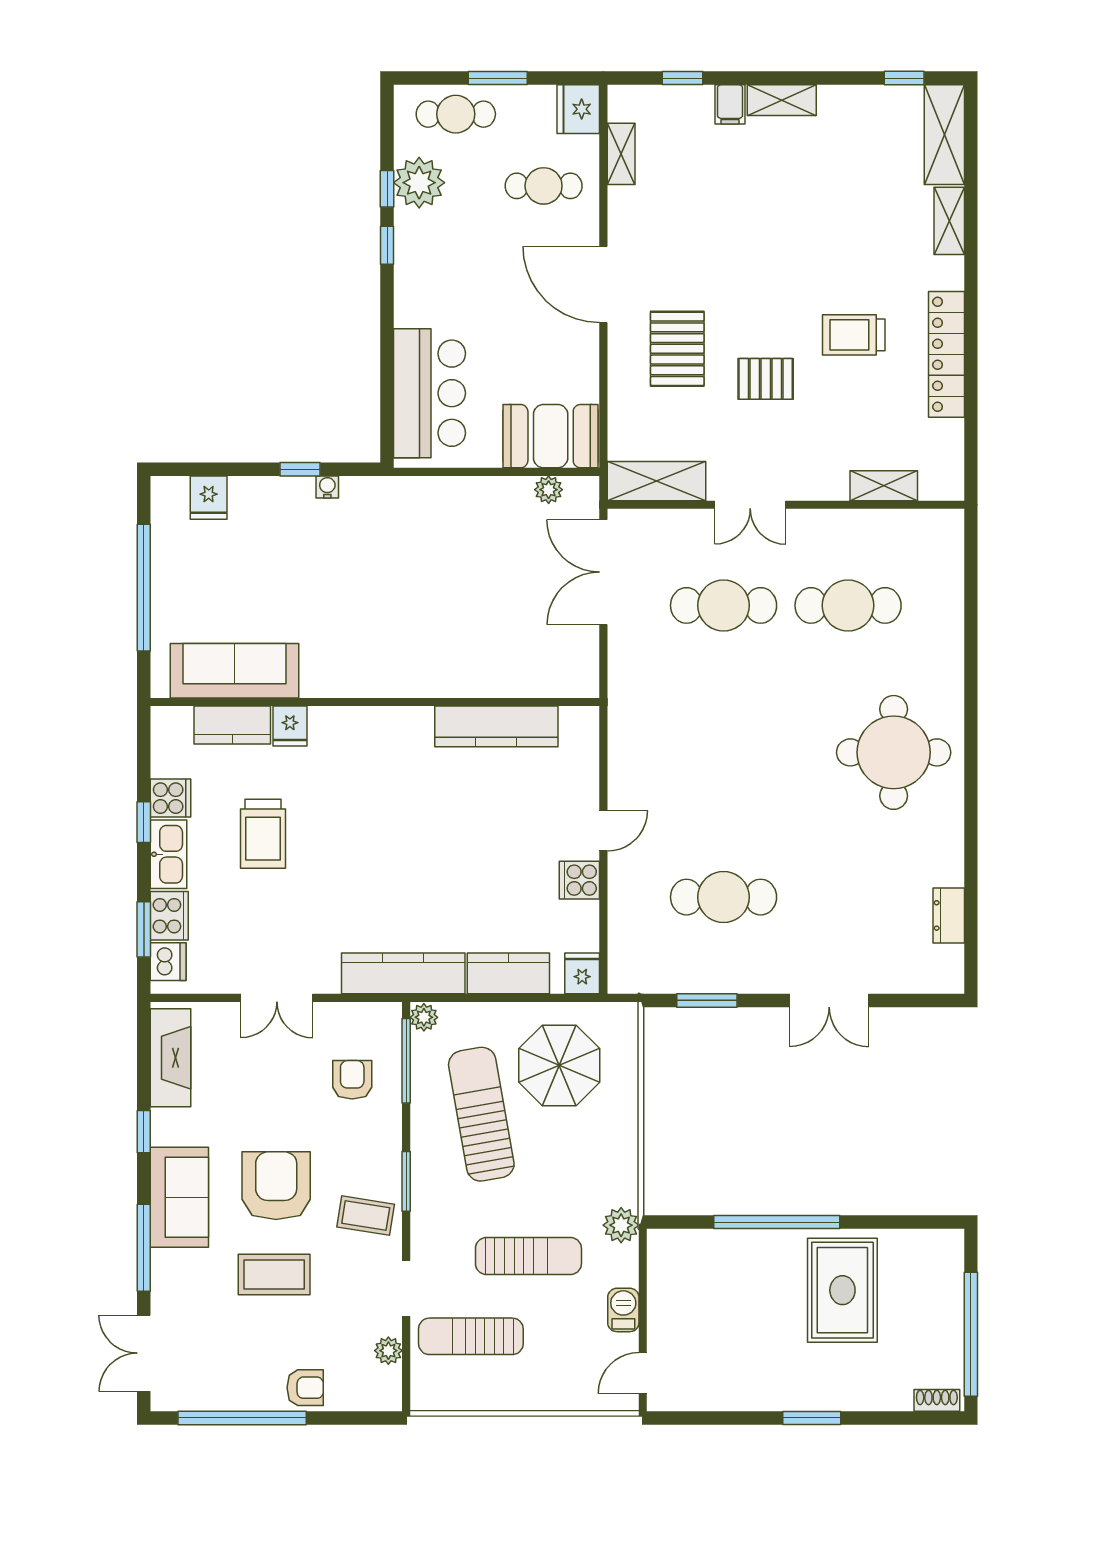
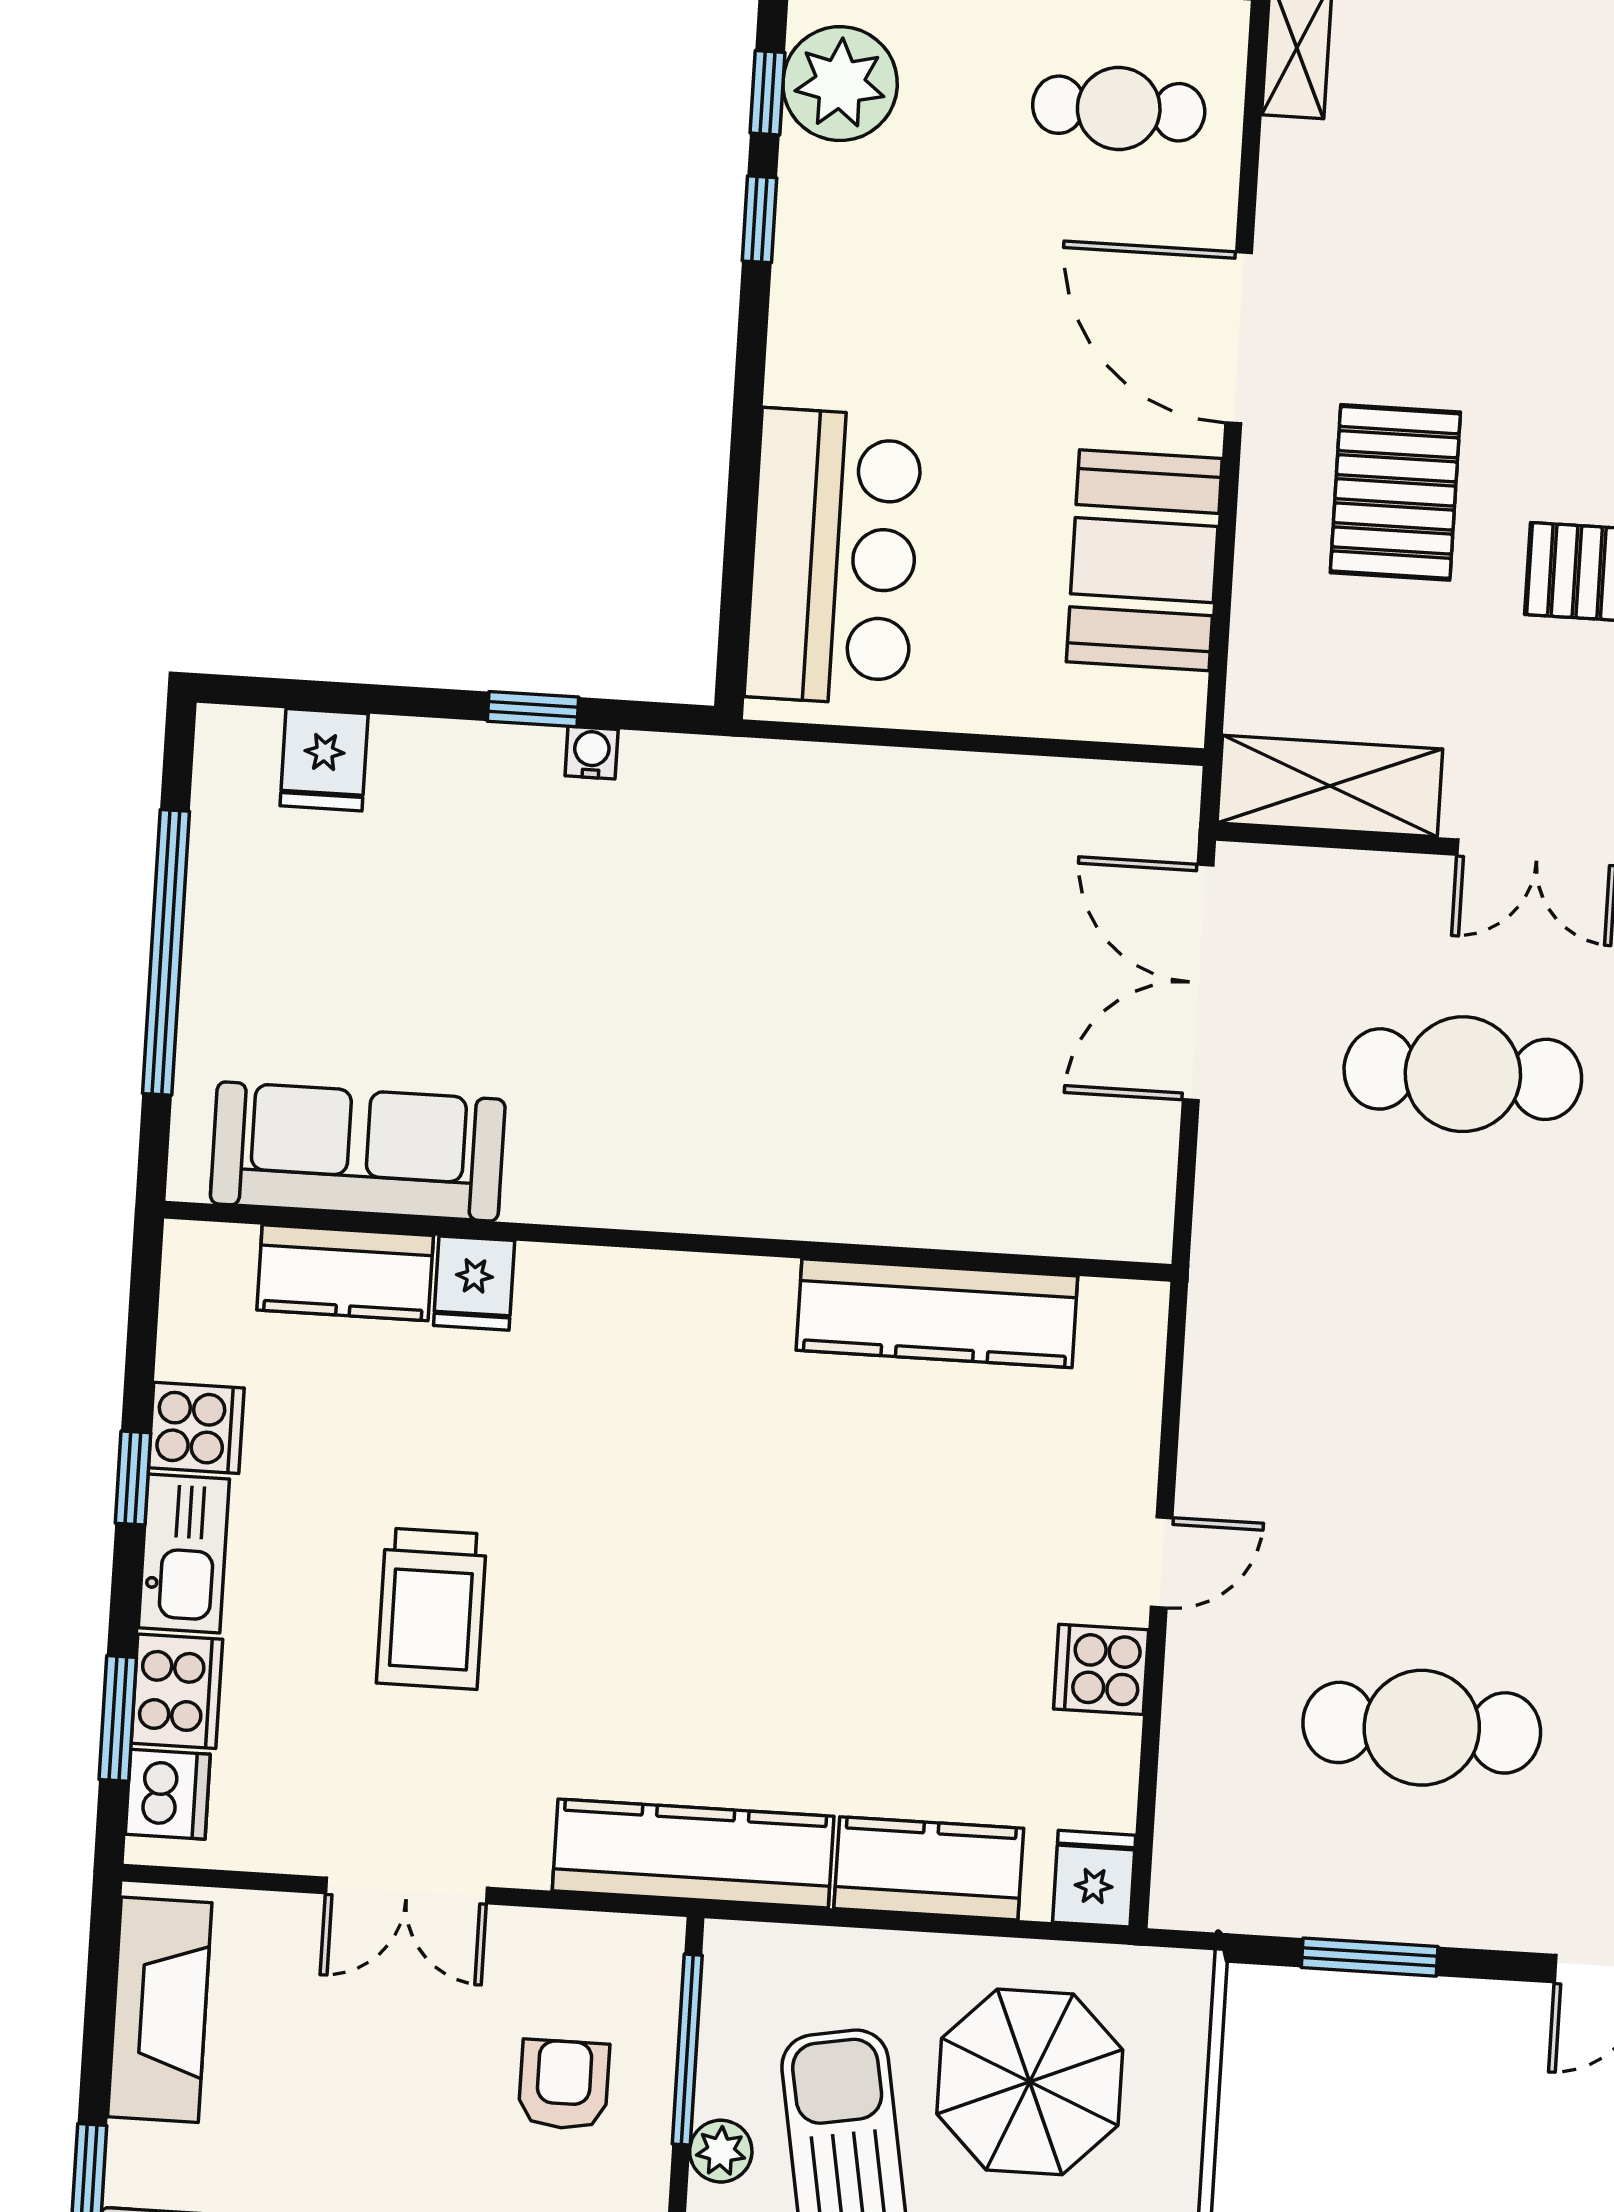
booth: (551, 436) -> (1144, 560), moved, turned 90
plant: (549, 490) -> (1087, 790), removed
trolley: (263, 834) -> (432, 1609), moved
plant: (424, 1017) -> (721, 2151), moved

